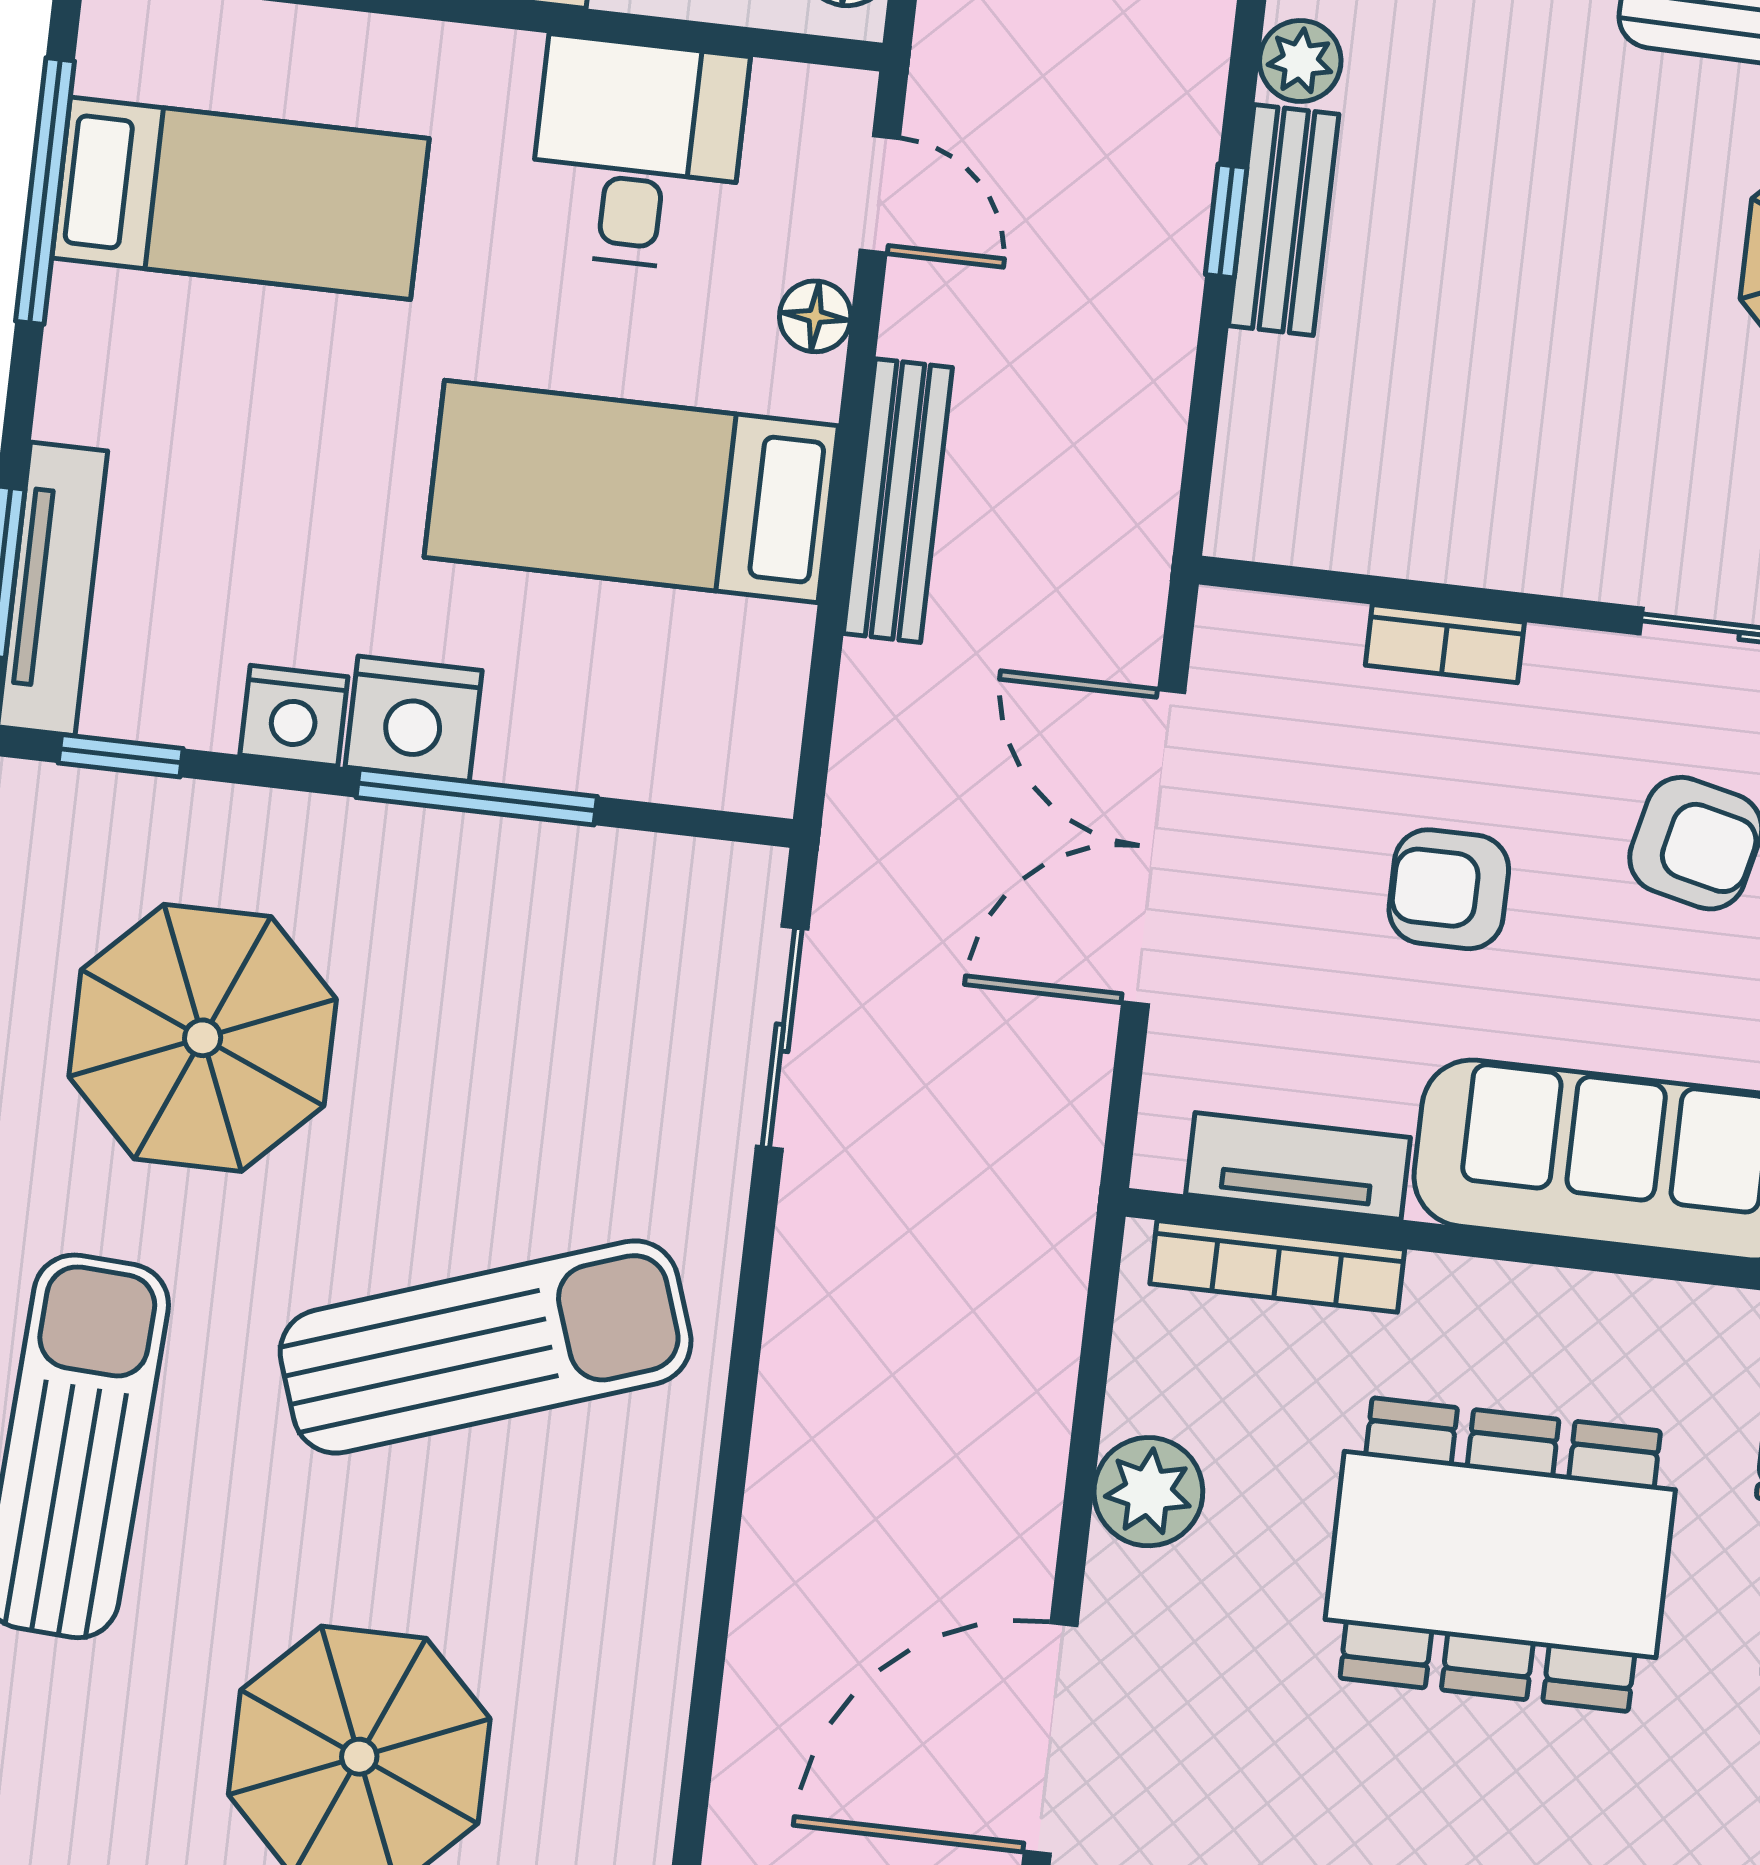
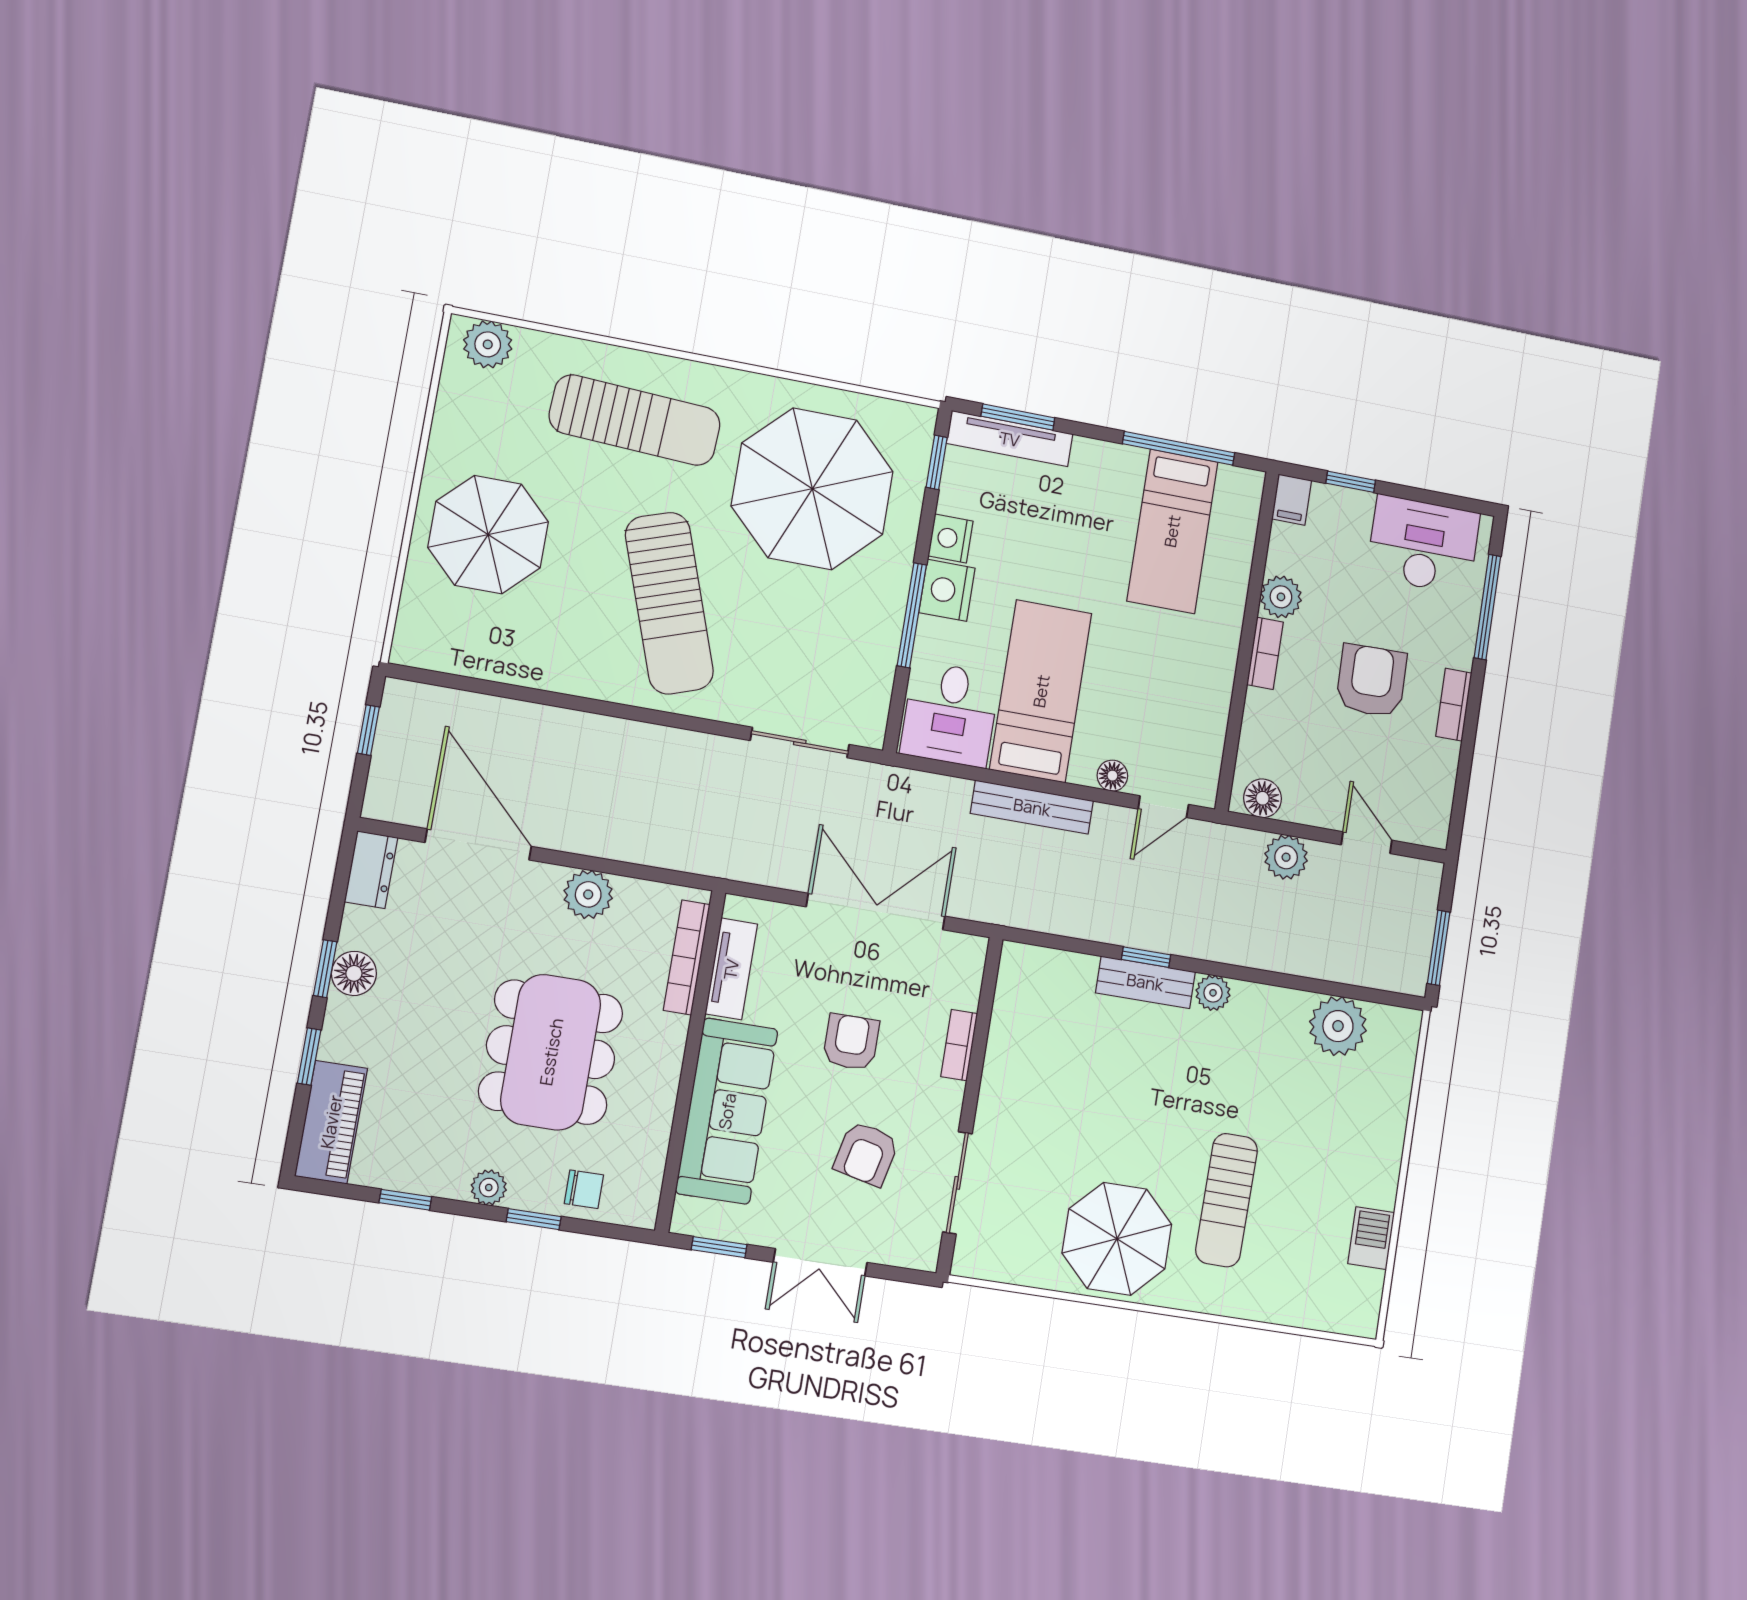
desk: (637, 154) -> (950, 714), moved, turned 90
parasol: (203, 1038) -> (812, 489), width x1.36, depth x1.36

